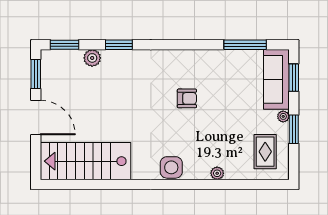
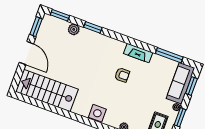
fireplace: (199, 58) -> (138, 53), added

